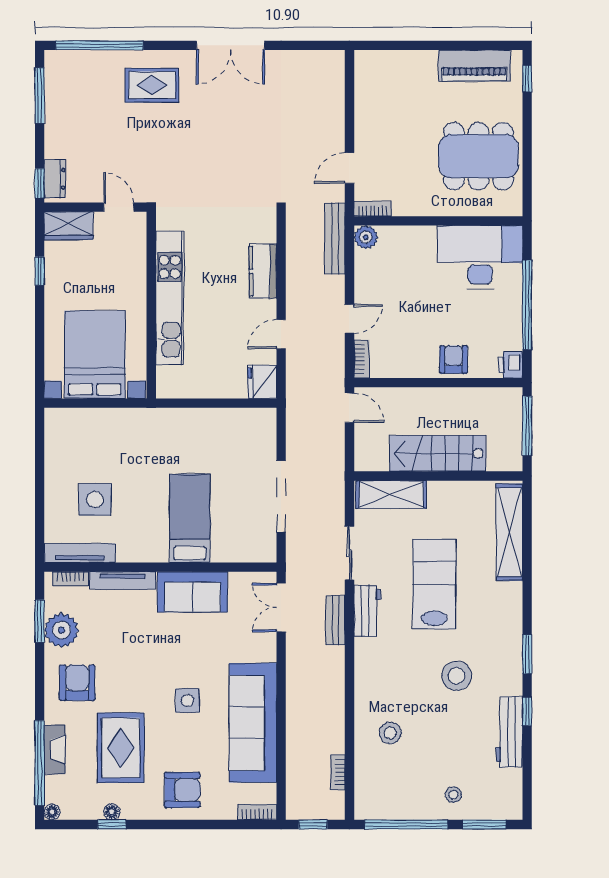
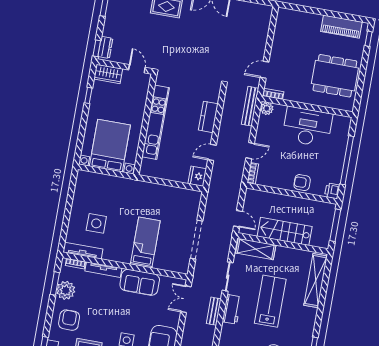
desk: (480, 257) -> (307, 127), moved
armchair: (453, 359) -> (302, 183), turned -90
door: (349, 408) -> (238, 219), moved

